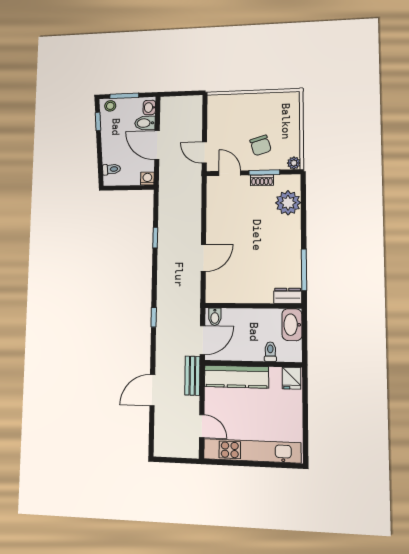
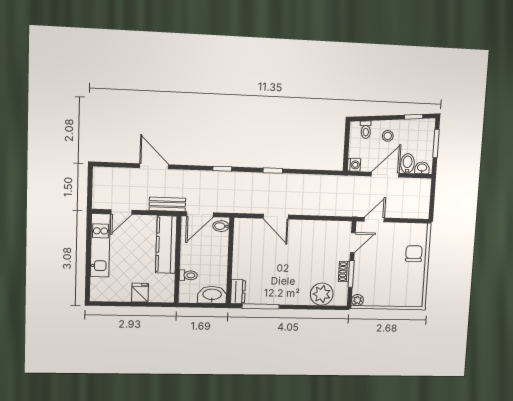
stool: (110, 106) -> (388, 136), moved
chair: (261, 145) -> (414, 254), moved, turned 107
window: (155, 238) -> (273, 171), moved
door: (203, 340) -> (200, 214), hinge flipped
fridge: (291, 378) -> (140, 293), moved, turned 90
kitchen unit: (252, 451) -> (100, 245), width x0.73

